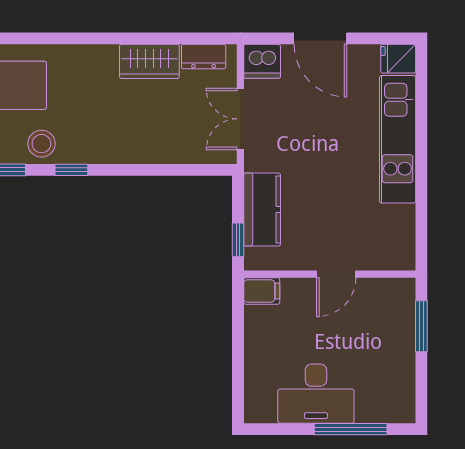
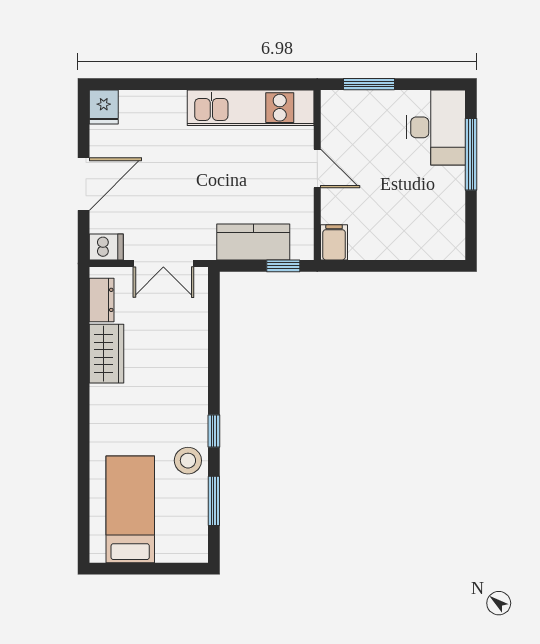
dishwasher: (262, 61) -> (106, 247), width x0.73
kitchen unit: (398, 139) -> (251, 108), moved
desk: (316, 394) -> (436, 127), moved

